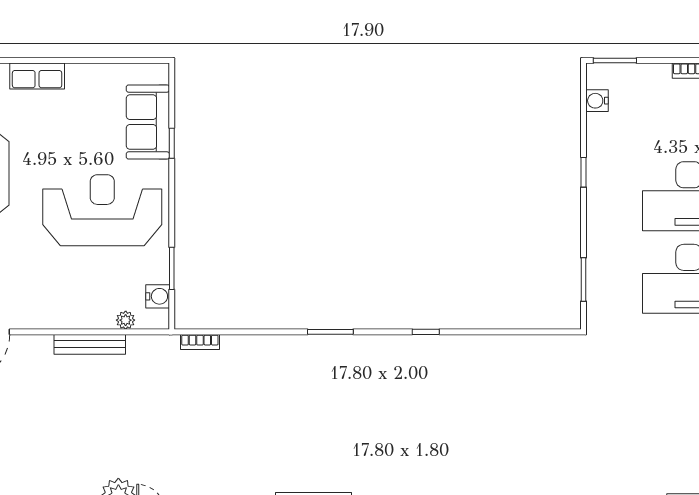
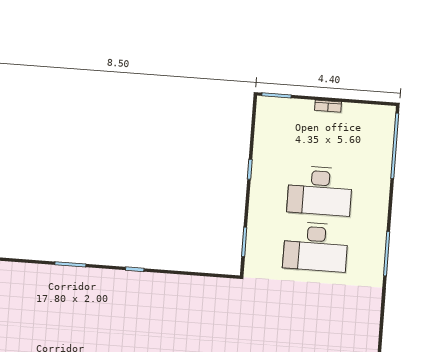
water cooler: (597, 101) -> (262, 122), removed

